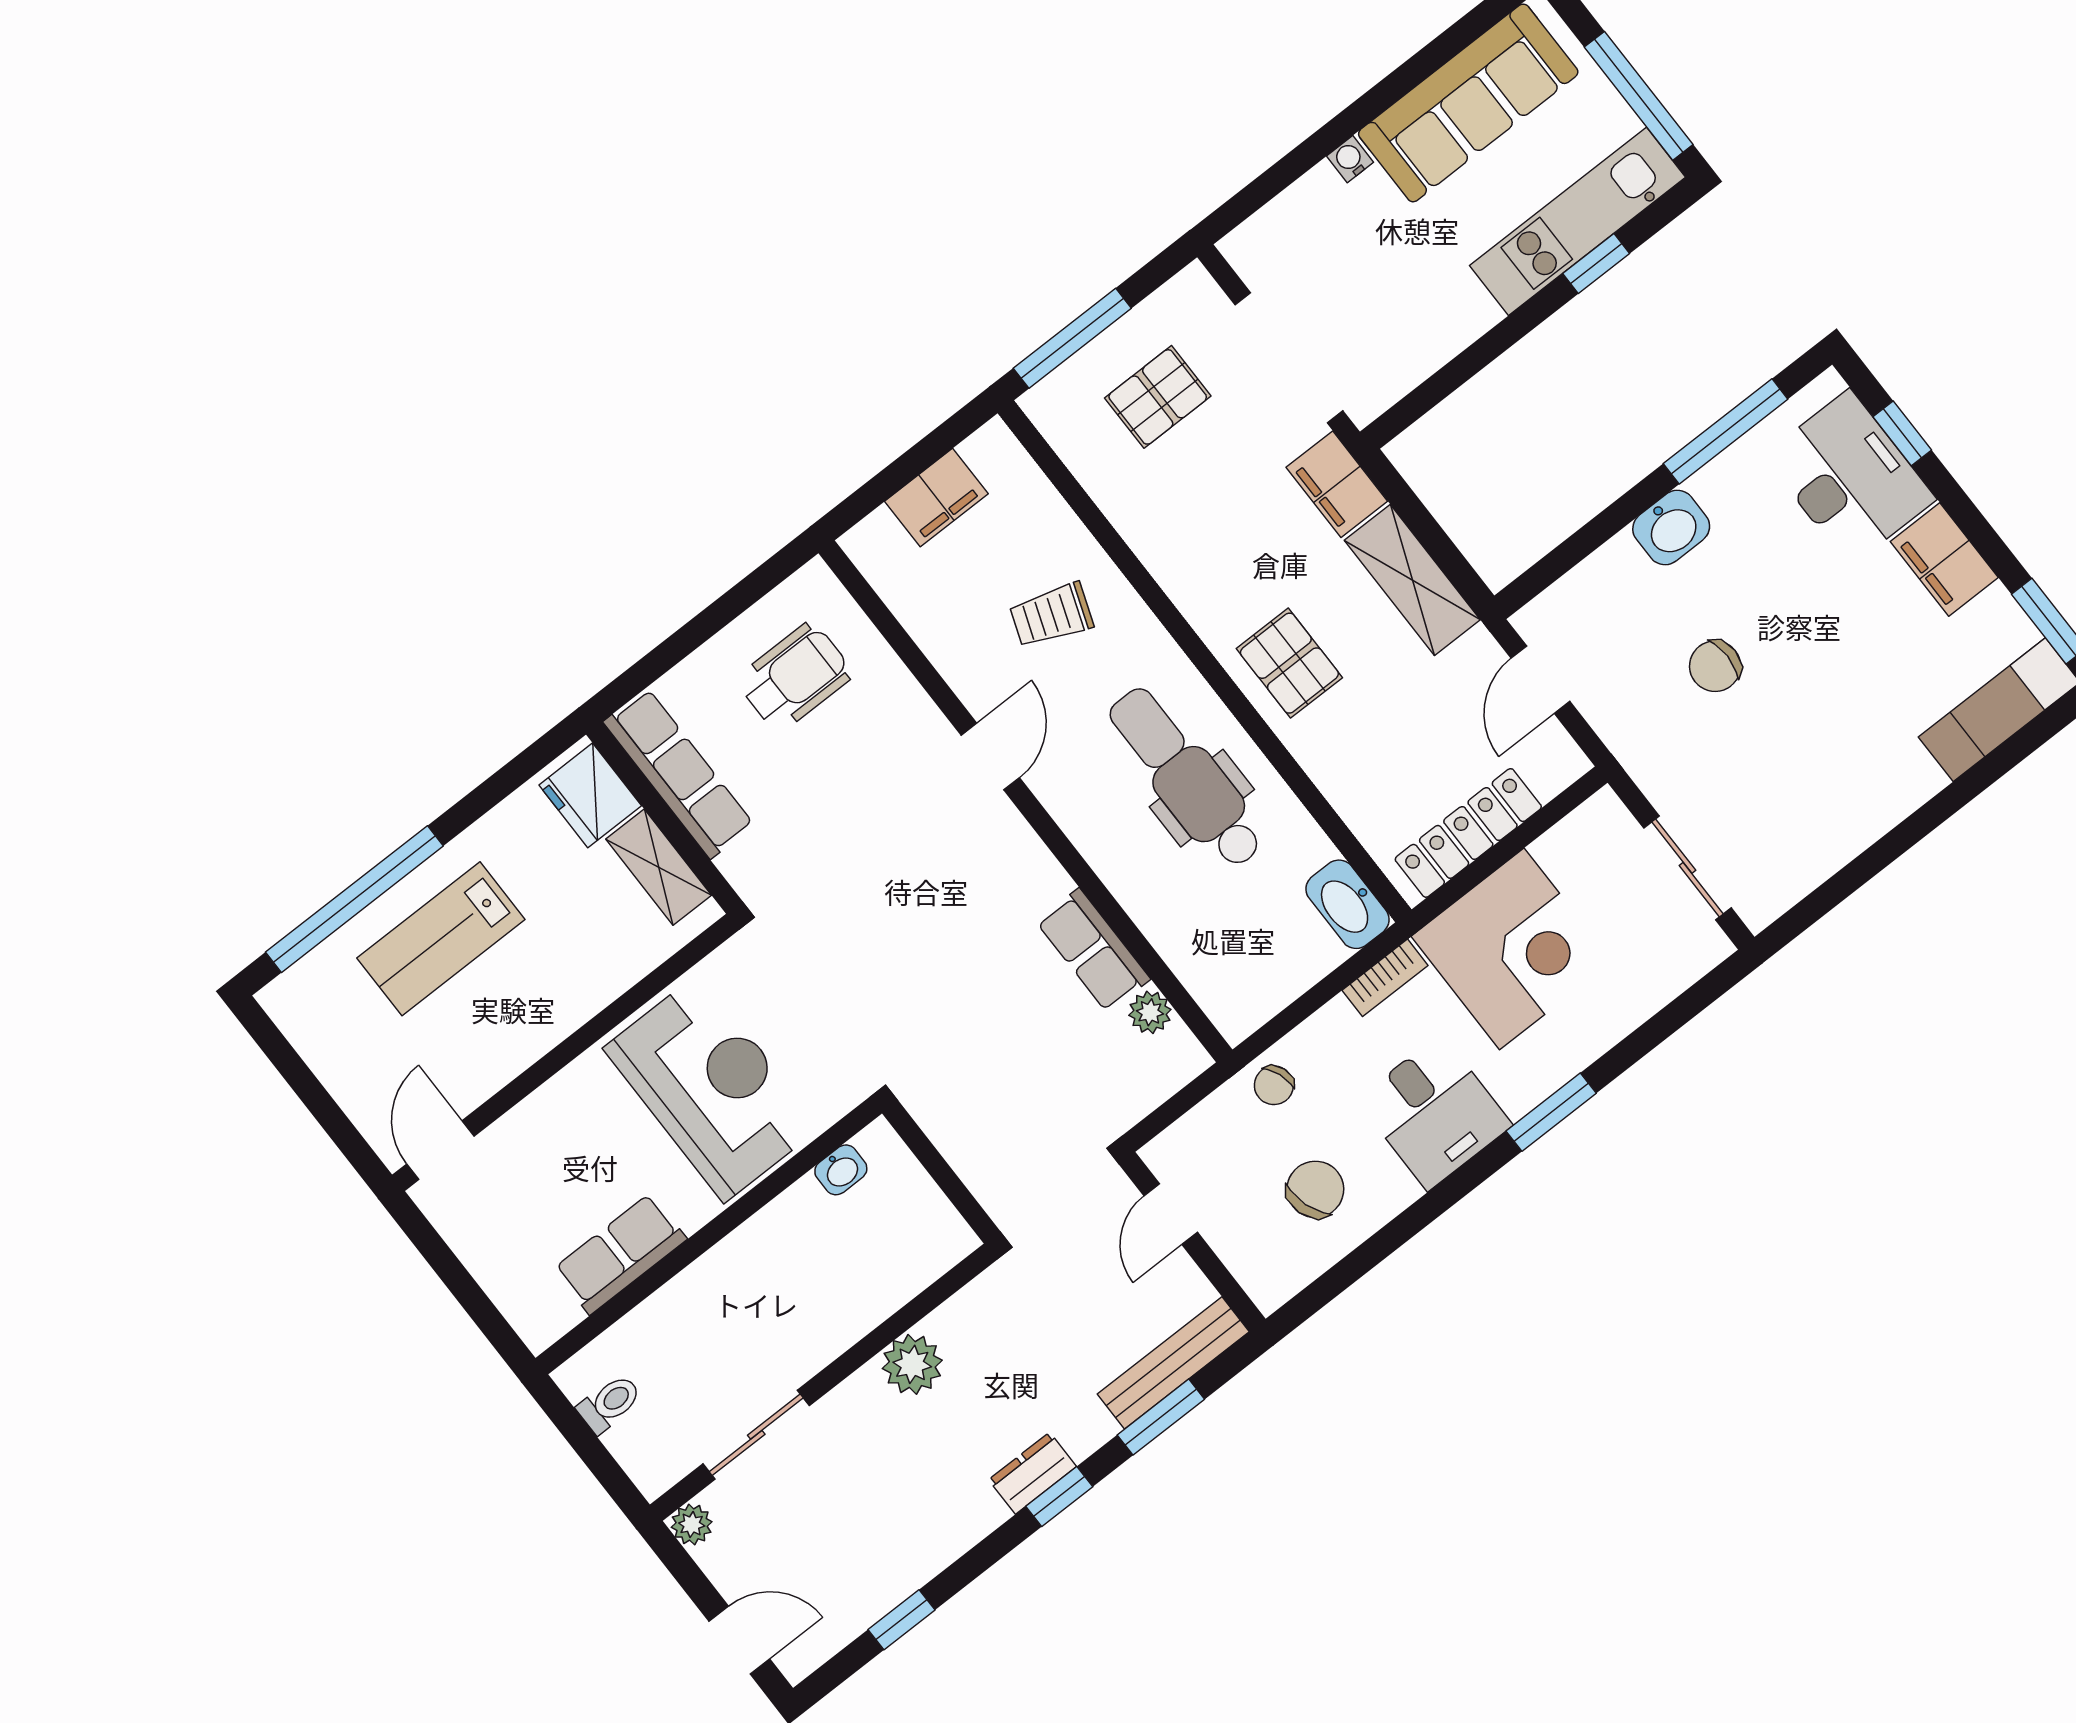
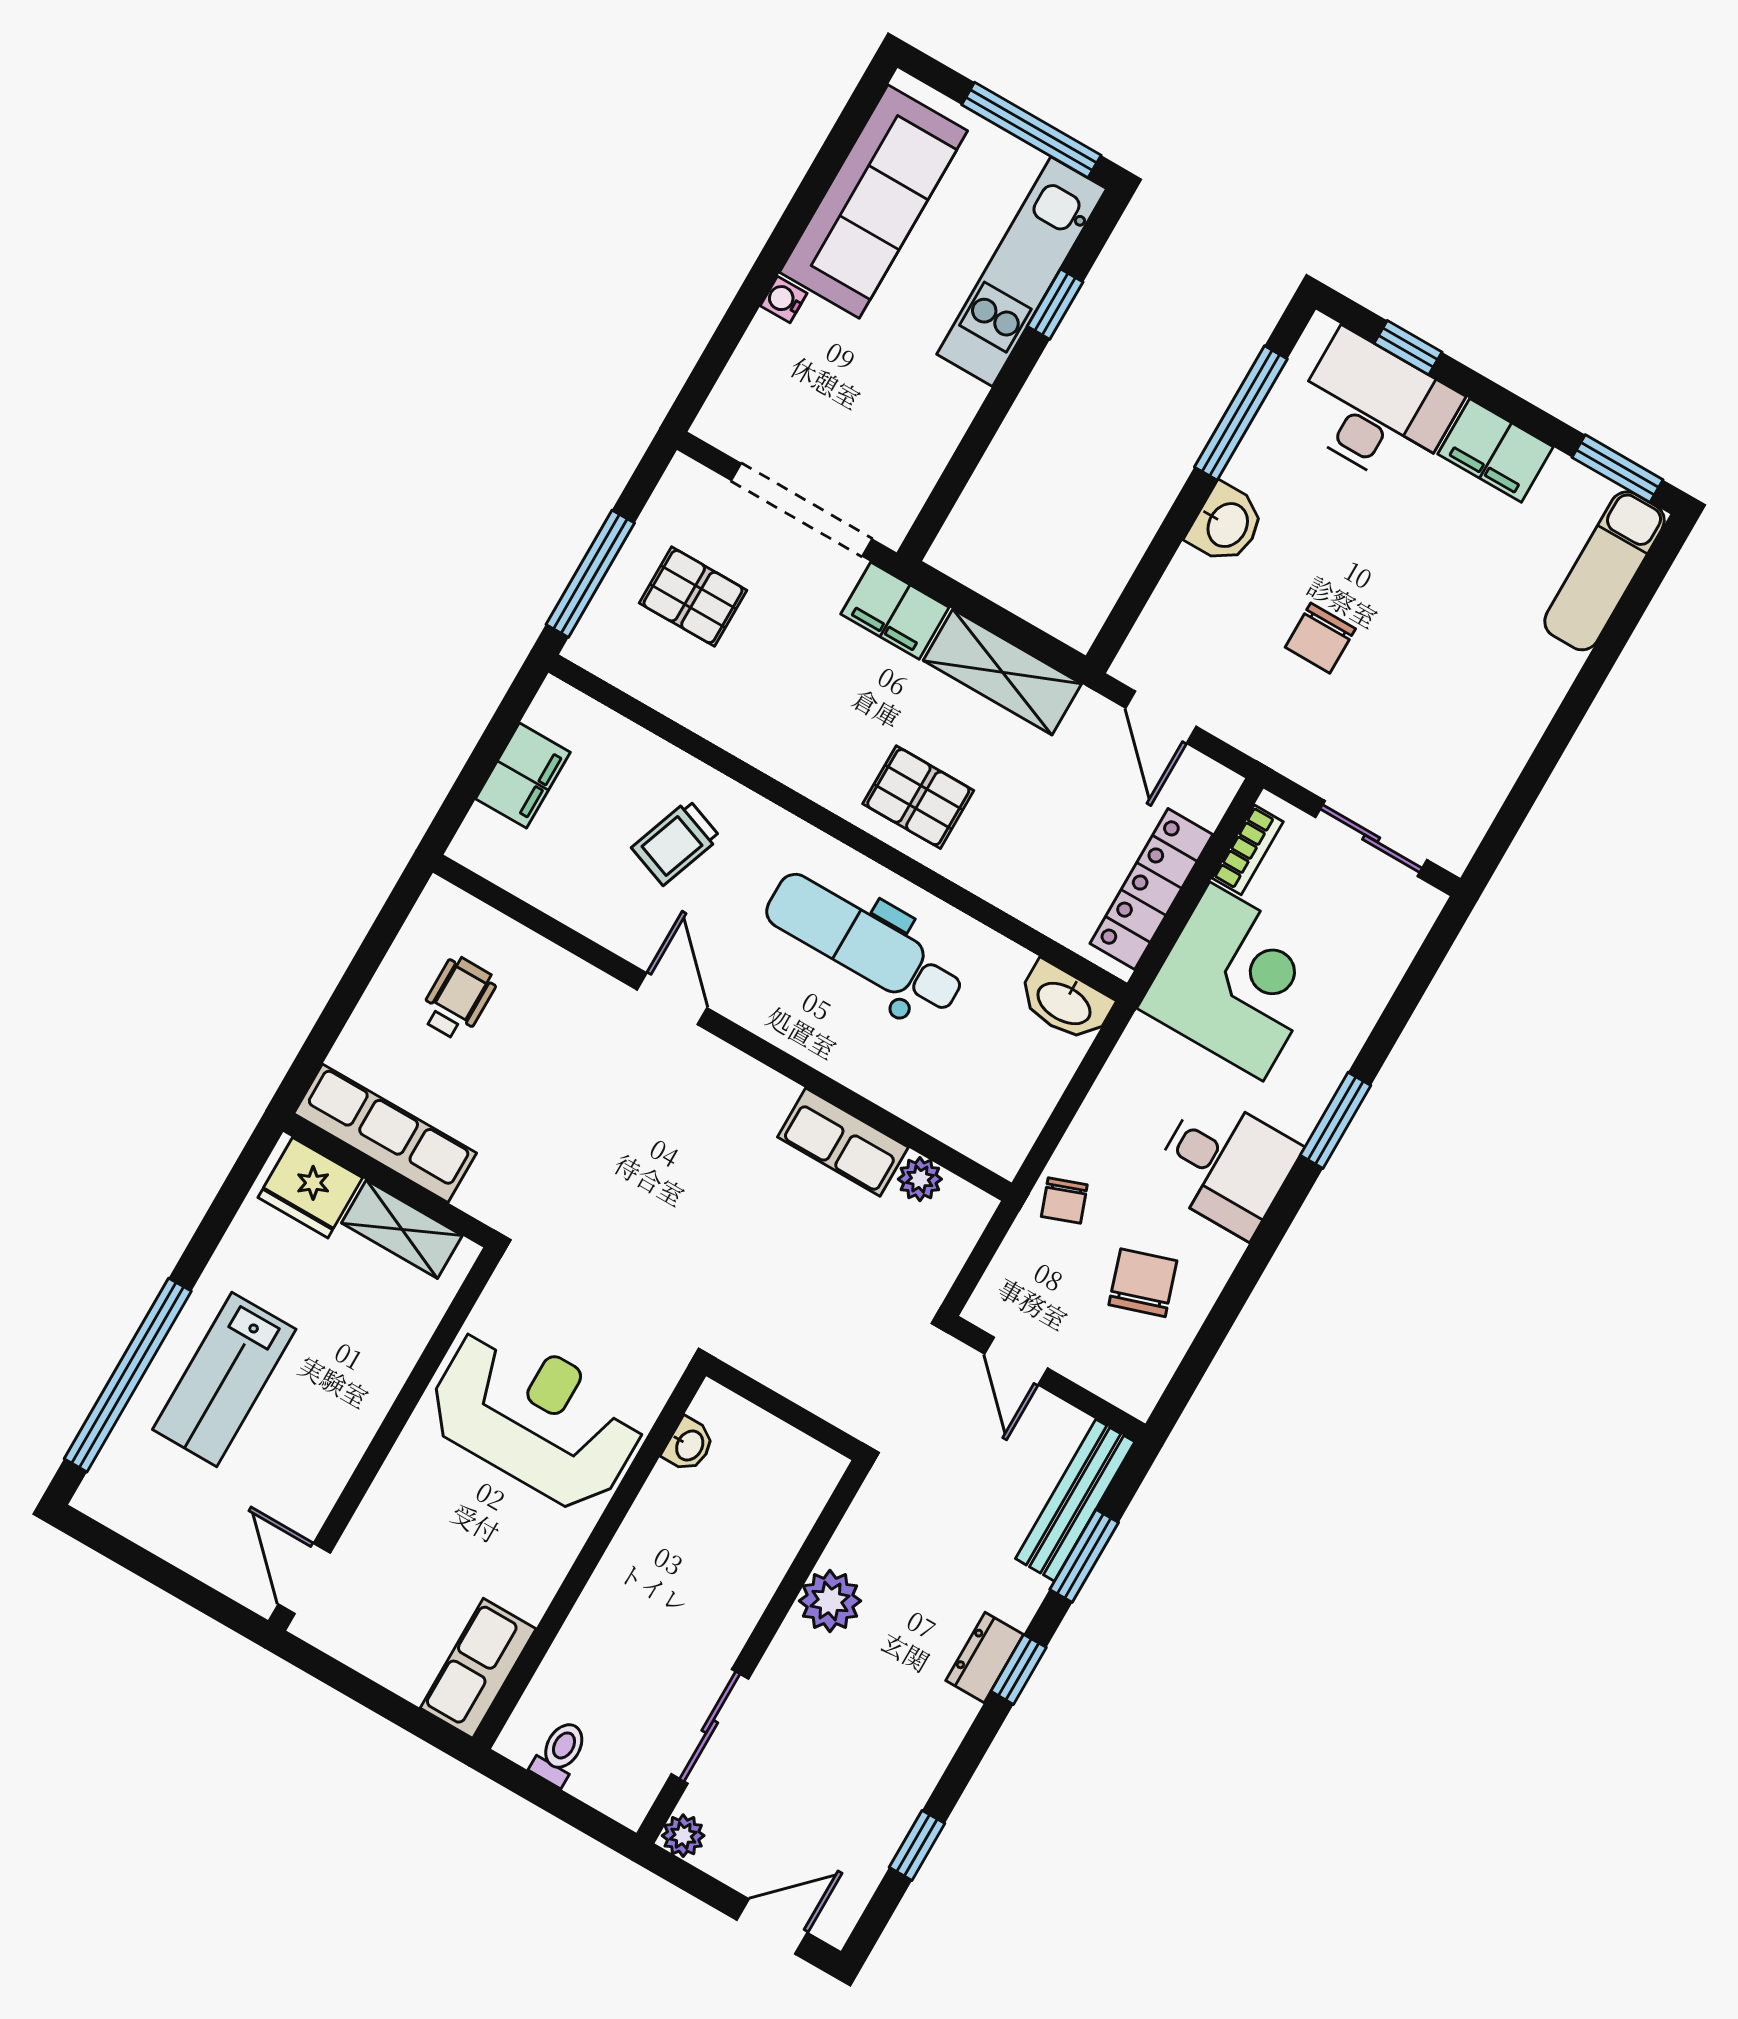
pallet: (1158, 397) -> (693, 597), turned 90
wheelchair: (795, 677) -> (458, 998), width x0.73, depth x0.73
bookcase: (1385, 978) -> (1248, 850), moved
row of seats: (620, 1254) -> (478, 1668), moved

